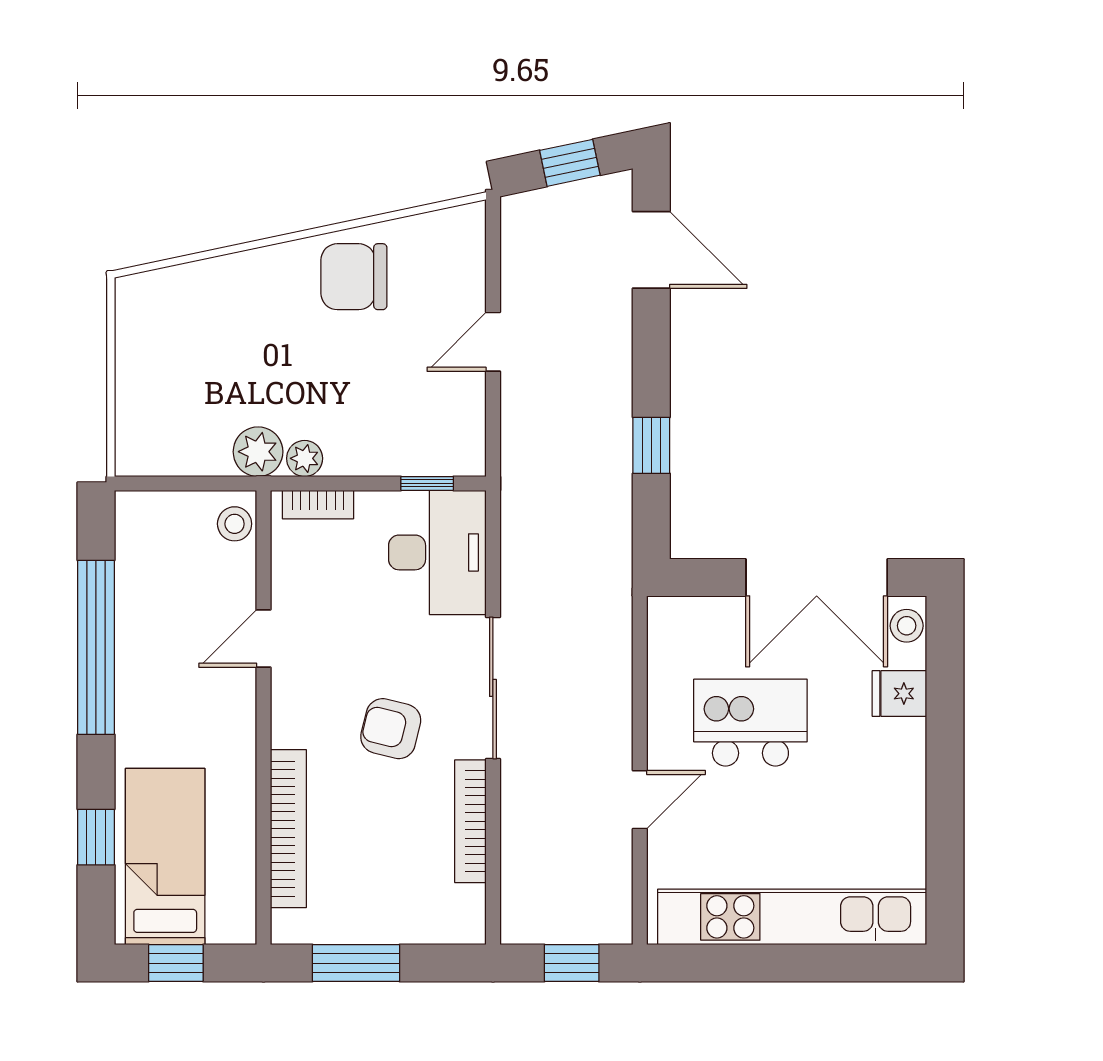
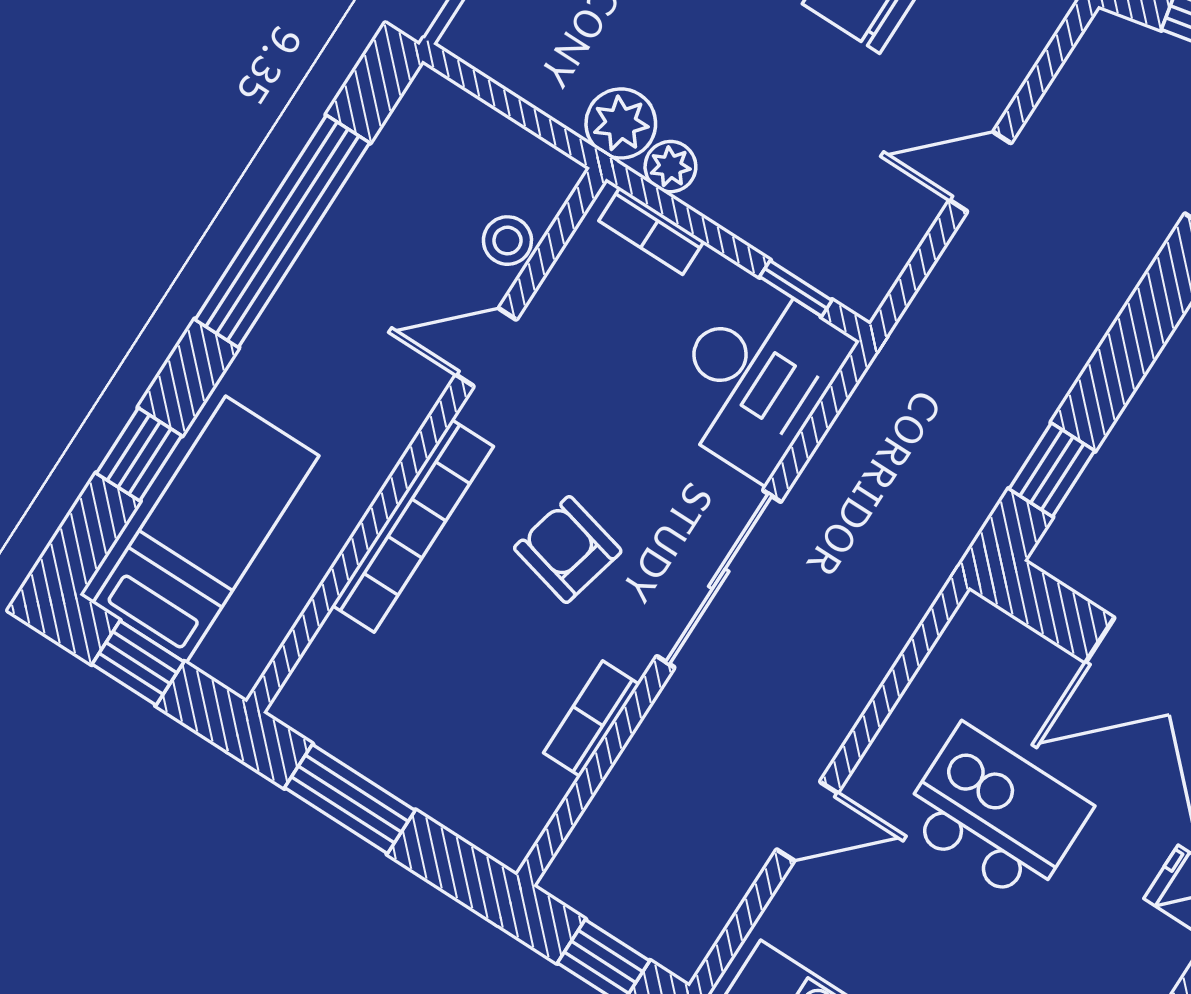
window: (651, 445) -> (1052, 470), moved
stool: (235, 524) -> (507, 241), moved
bookcase: (470, 821) -> (592, 719), width x0.64
bookcase: (288, 829) -> (413, 526), moved

